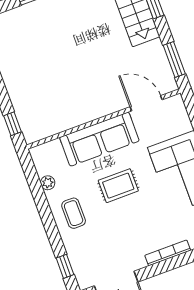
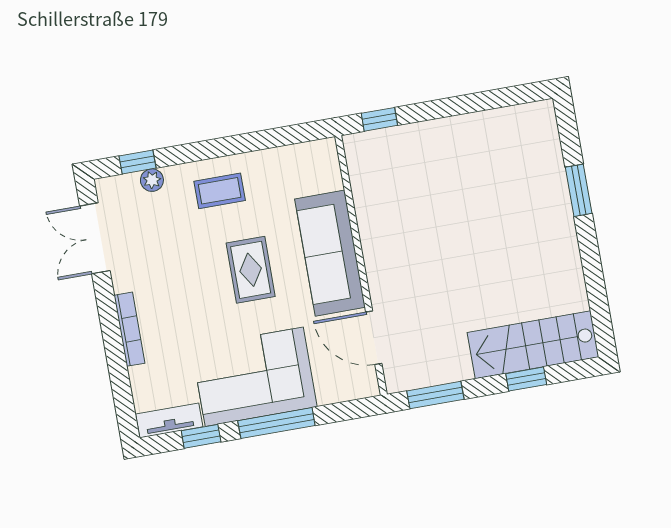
door: (146, 103) -> (374, 338), swing flipped
plant: (48, 183) -> (152, 180), moved

